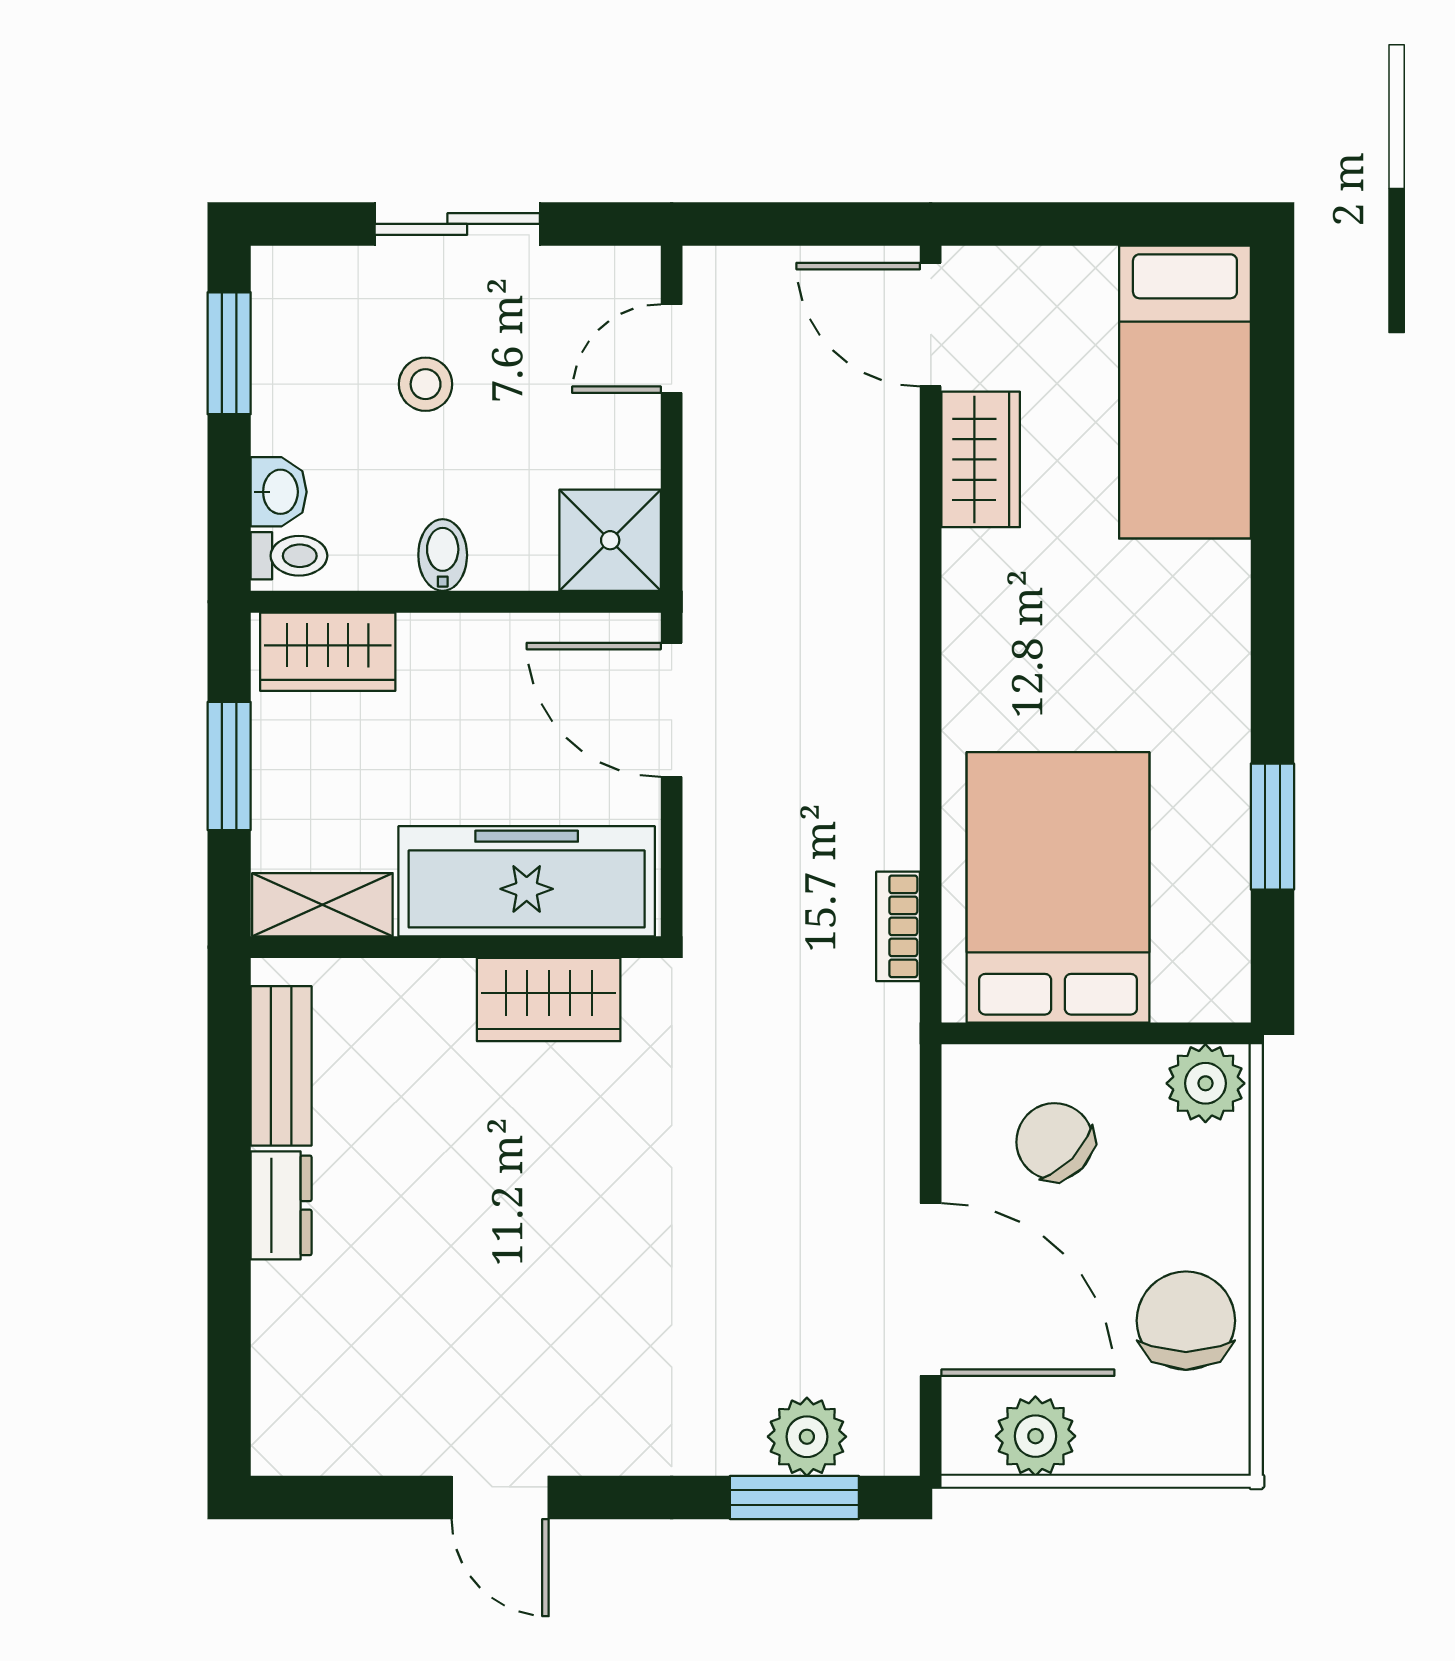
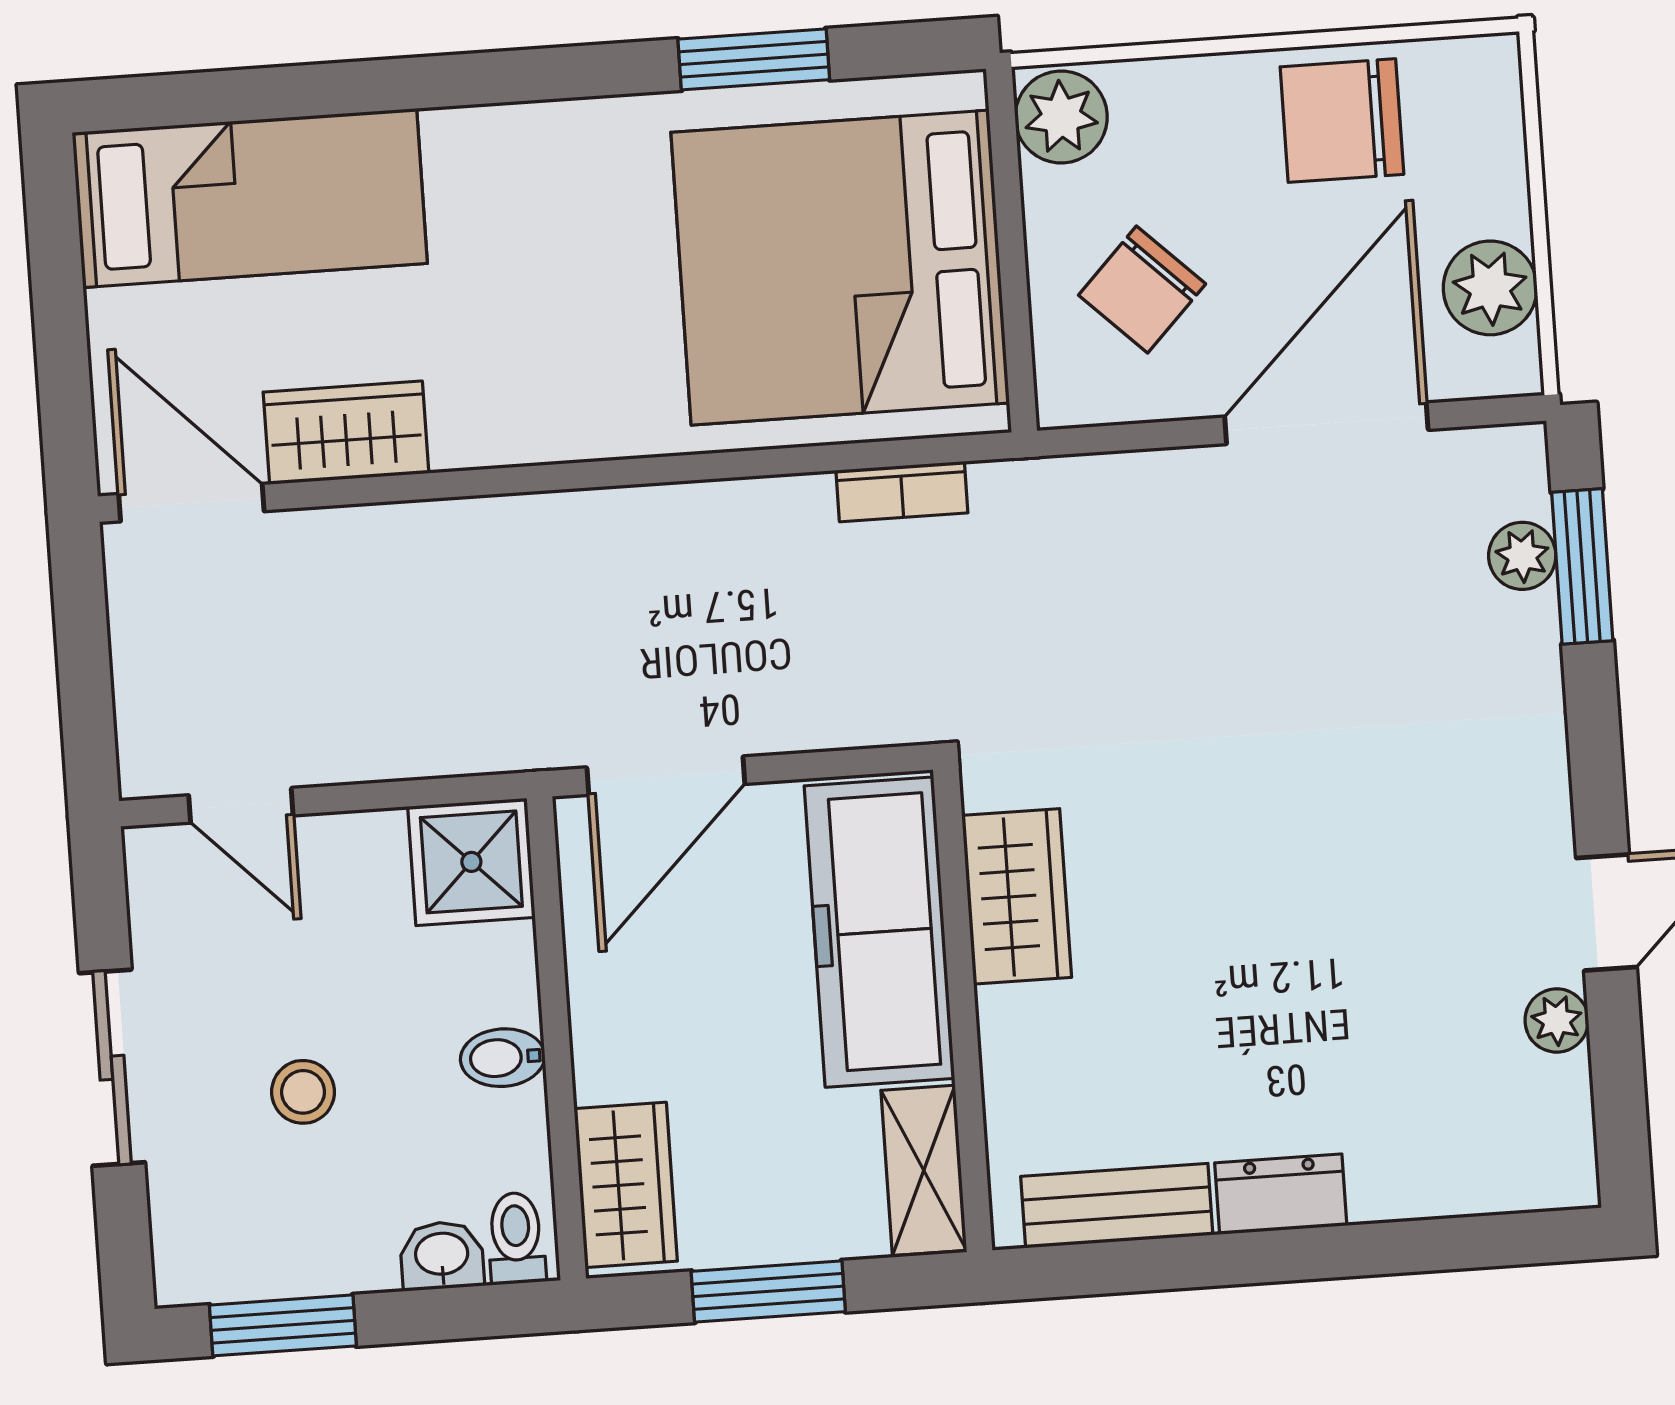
door: (931, 325) -> (191, 503), swing flipped
bed: (1058, 887) -> (840, 268), width x1.36
plant: (807, 1437) -> (1522, 556), width x0.73, depth x0.73
plant: (412, 1449) -> (1557, 1020), added

